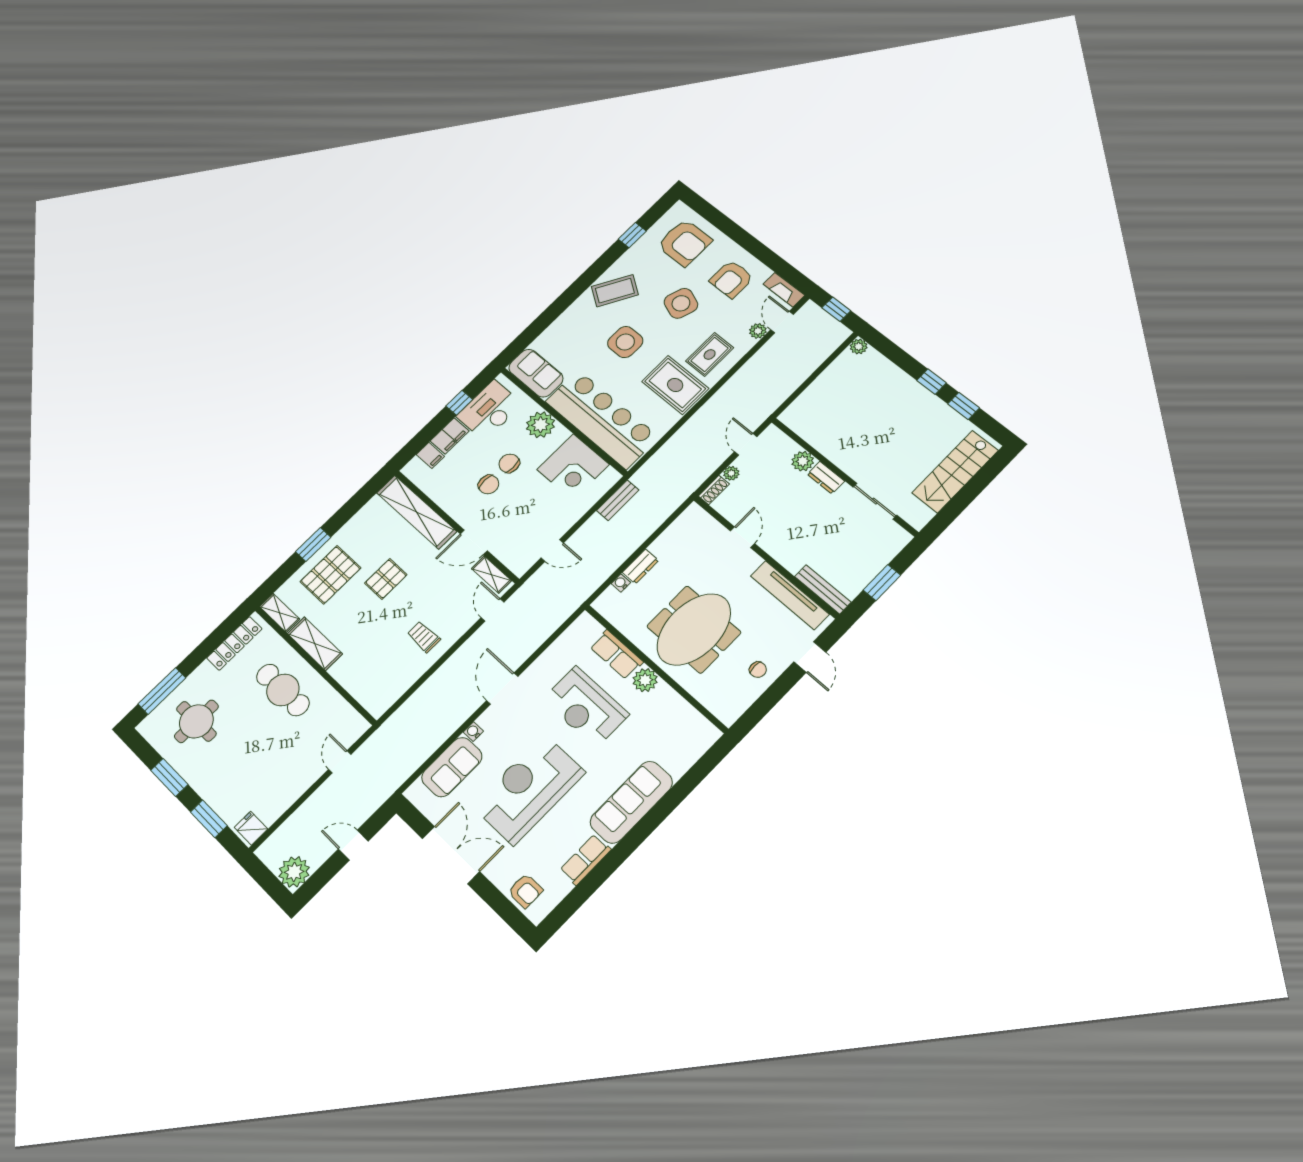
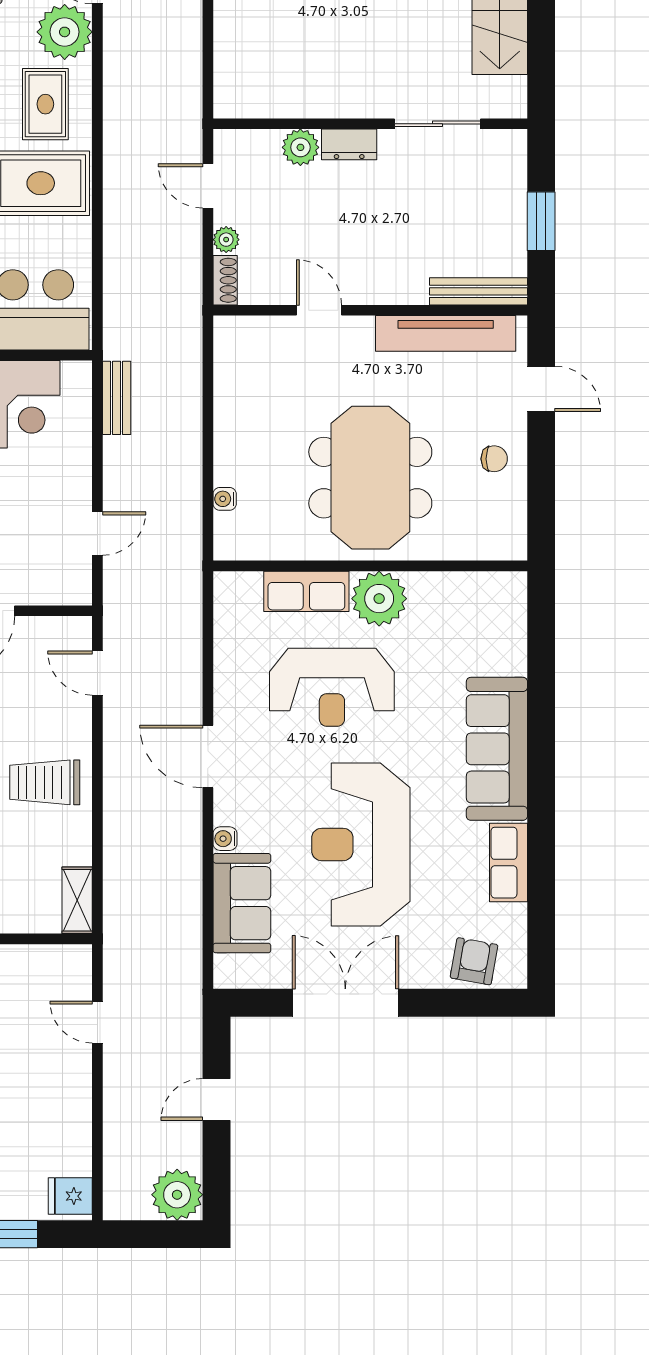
plant: (758, 331) -> (65, 32), width x1.88, depth x1.88
dresser: (641, 566) -> (229, 457), removed
shelving: (491, 575) -> (77, 900), moved, turned 90
trolley: (424, 637) -> (45, 782), width x1.36, depth x1.39
plant: (645, 680) -> (379, 599), width x1.36, depth x1.36
armchair: (525, 891) -> (474, 961), turned -80

